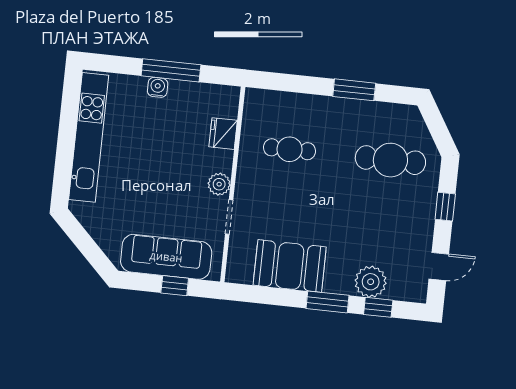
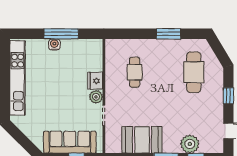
fridge: (223, 134) -> (95, 81), moved
cafe table: (290, 149) -> (135, 72), turned 90
cafe table: (390, 160) -> (194, 72), turned 90

